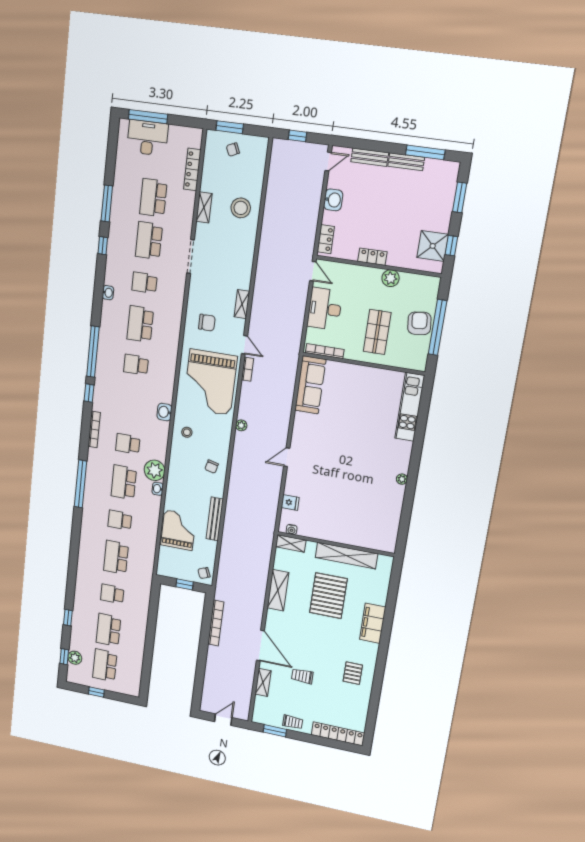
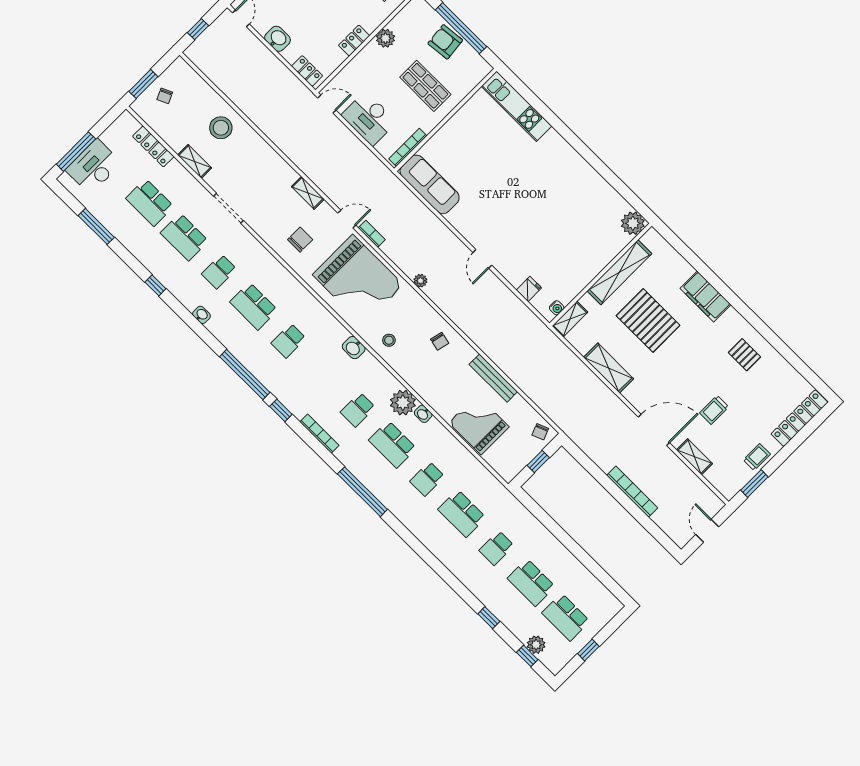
window: (107, 204) -> (96, 226), moved
plant: (402, 479) -> (633, 223), moved, width x1.88, depth x1.88
bookcase: (216, 623) -> (632, 492), moved

